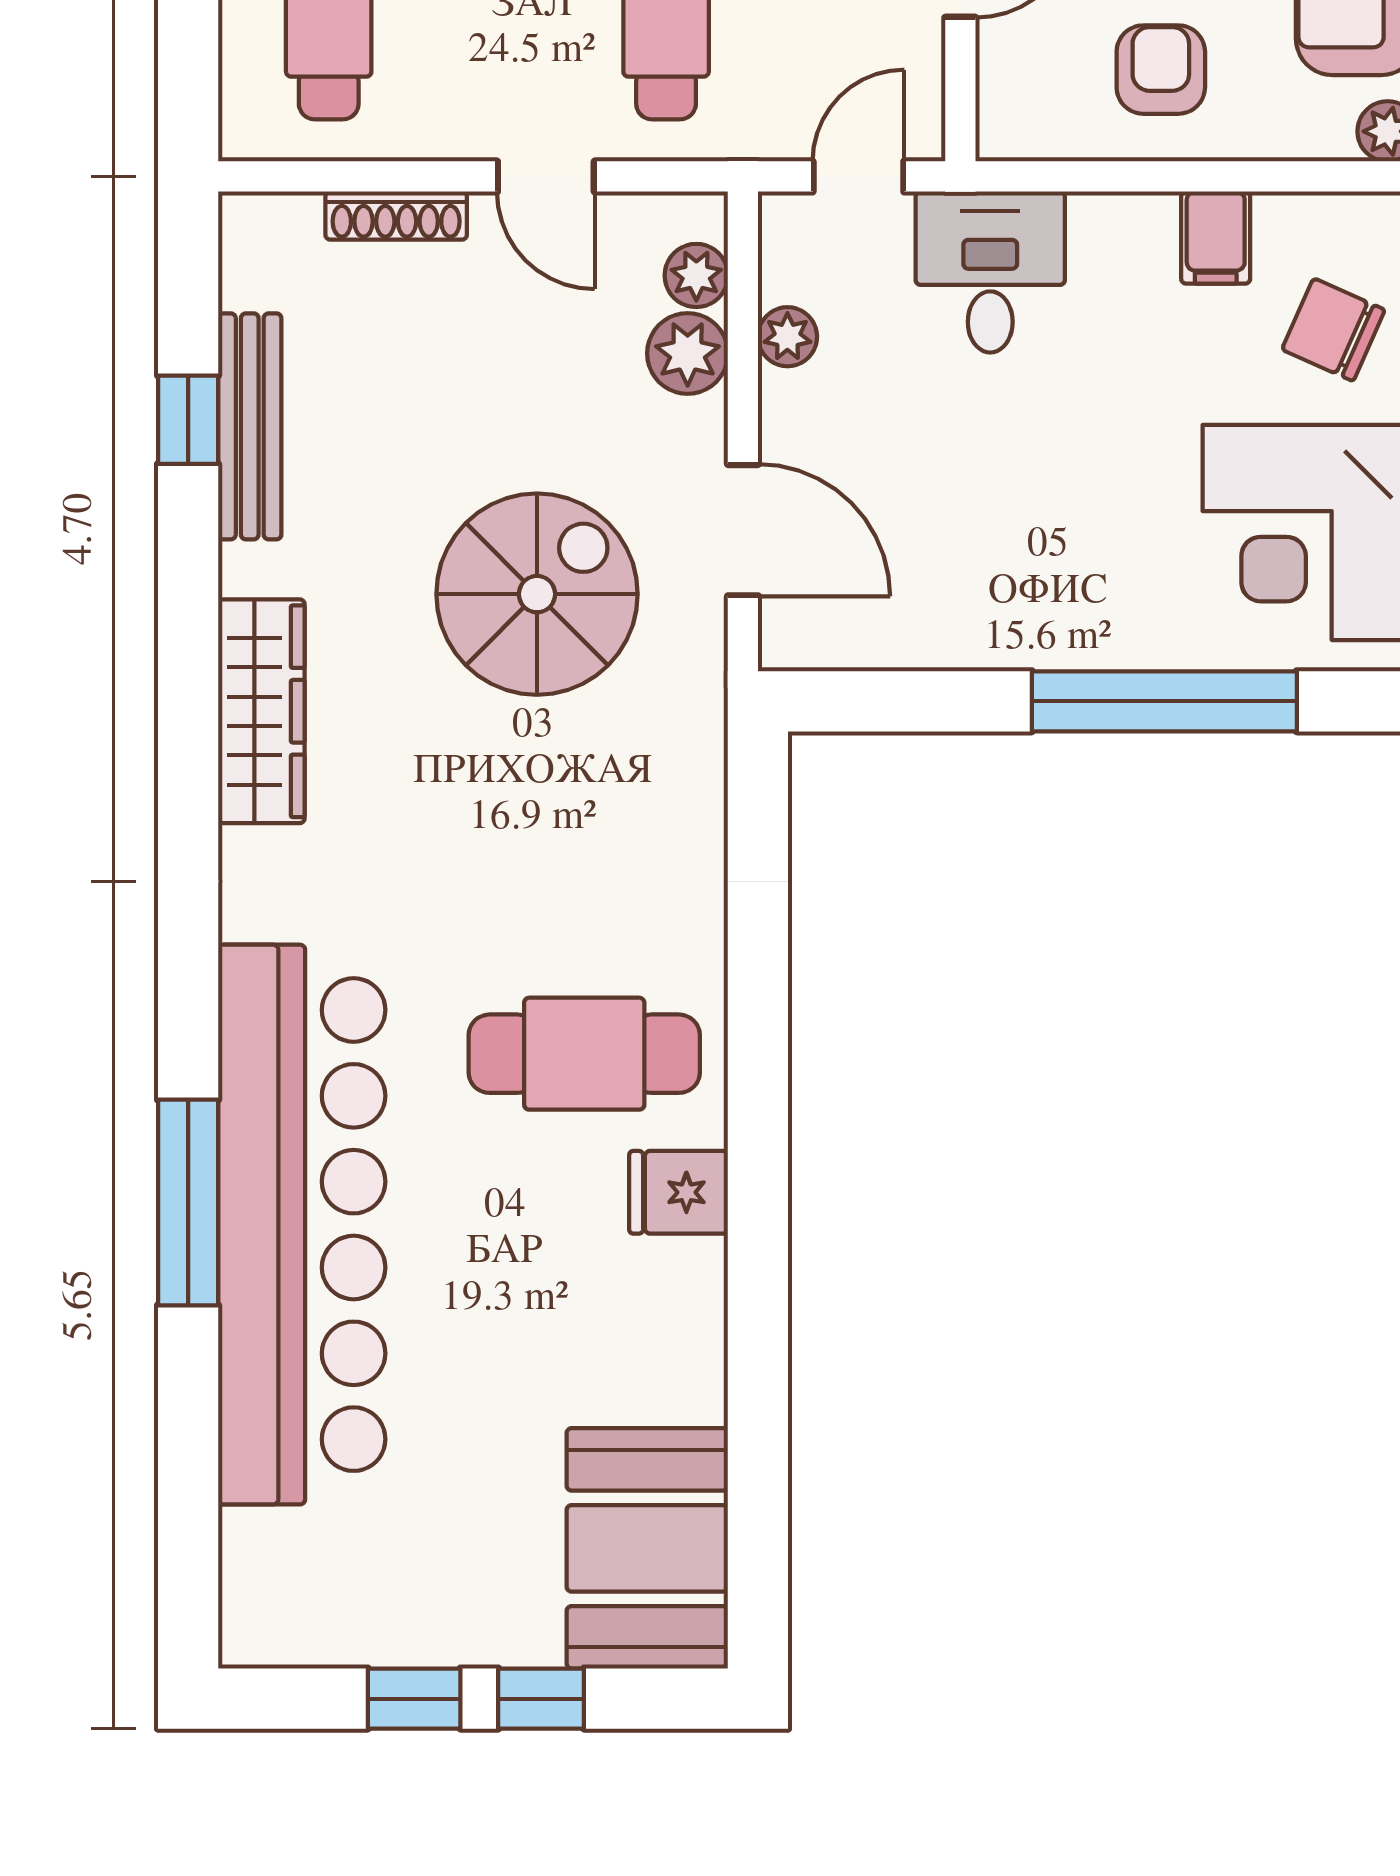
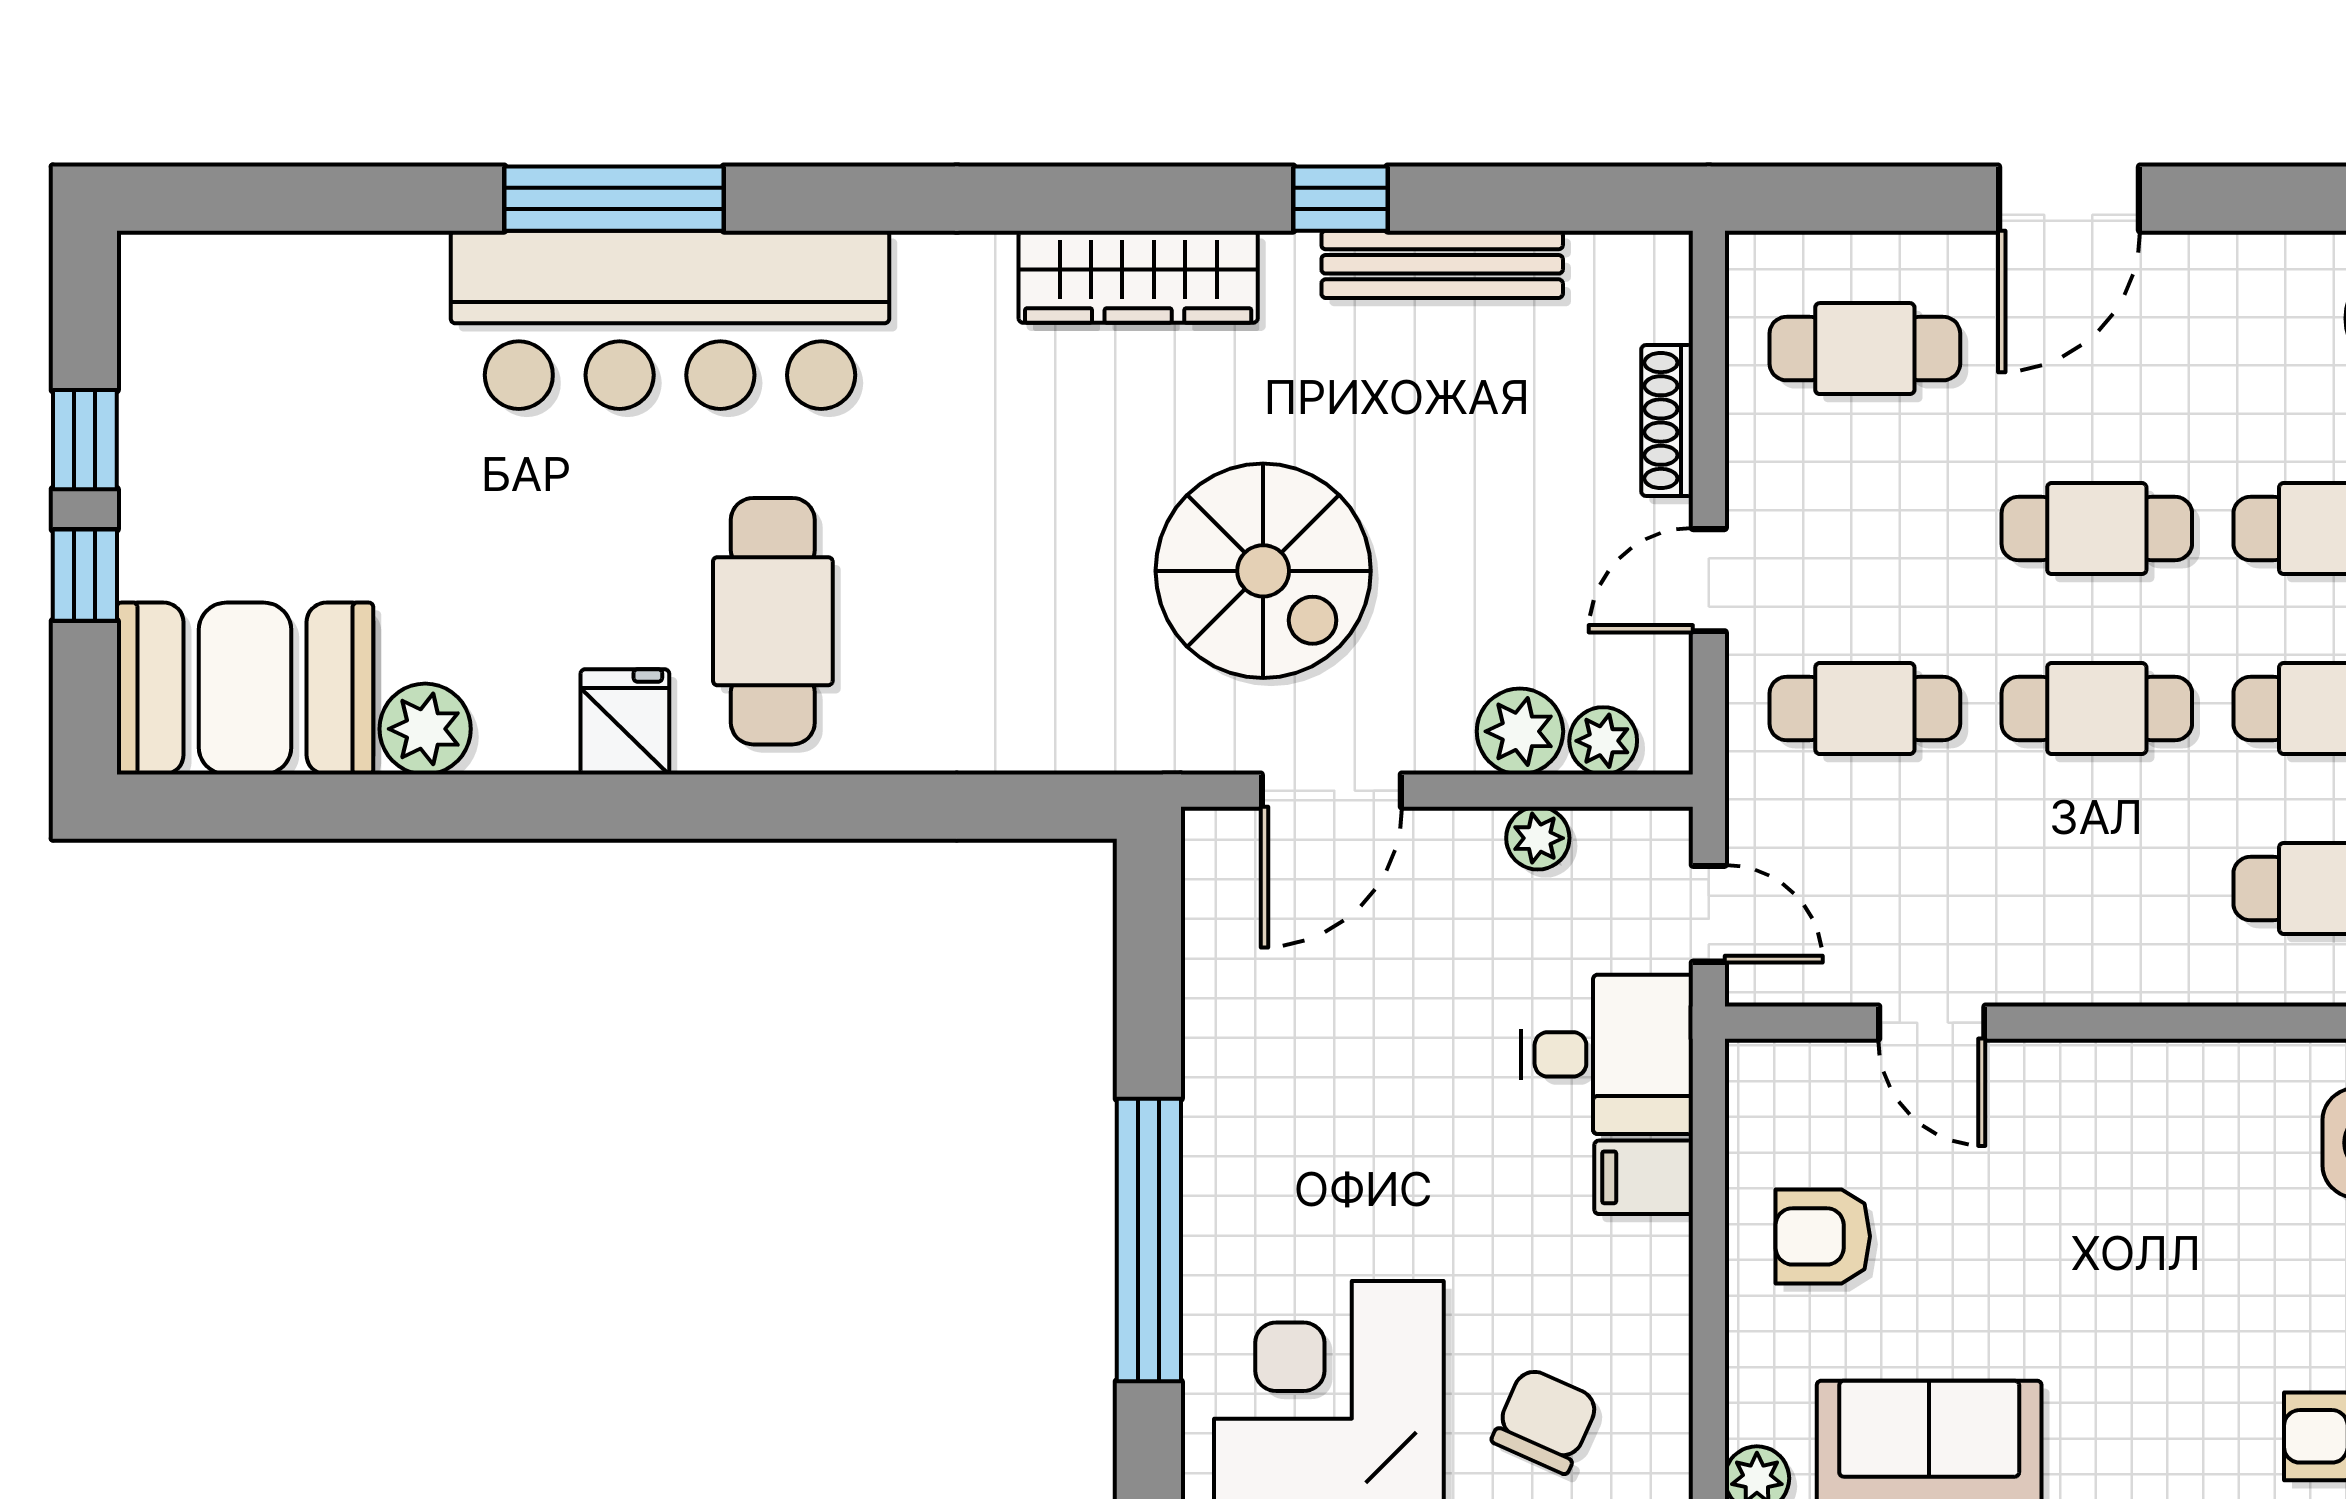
armchair: (1161, 70) -> (1823, 1236), turned 180
filing cabinet: (1216, 238) -> (1644, 1177), moved
window: (188, 420) -> (1340, 199), moved
bar counter: (302, 1225) -> (670, 320), width x0.73
plant: (685, 1380) -> (425, 729), added

